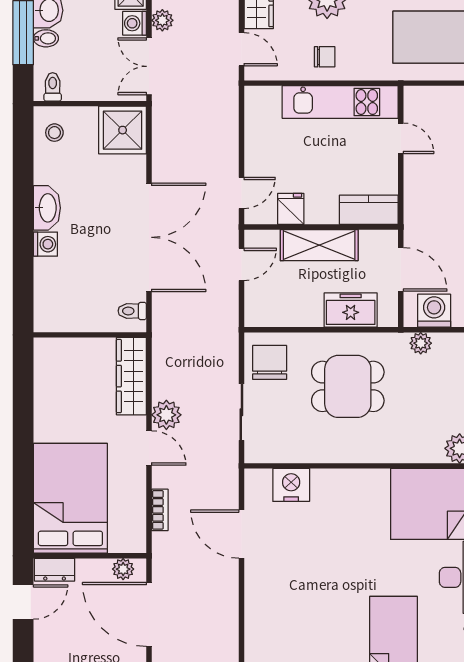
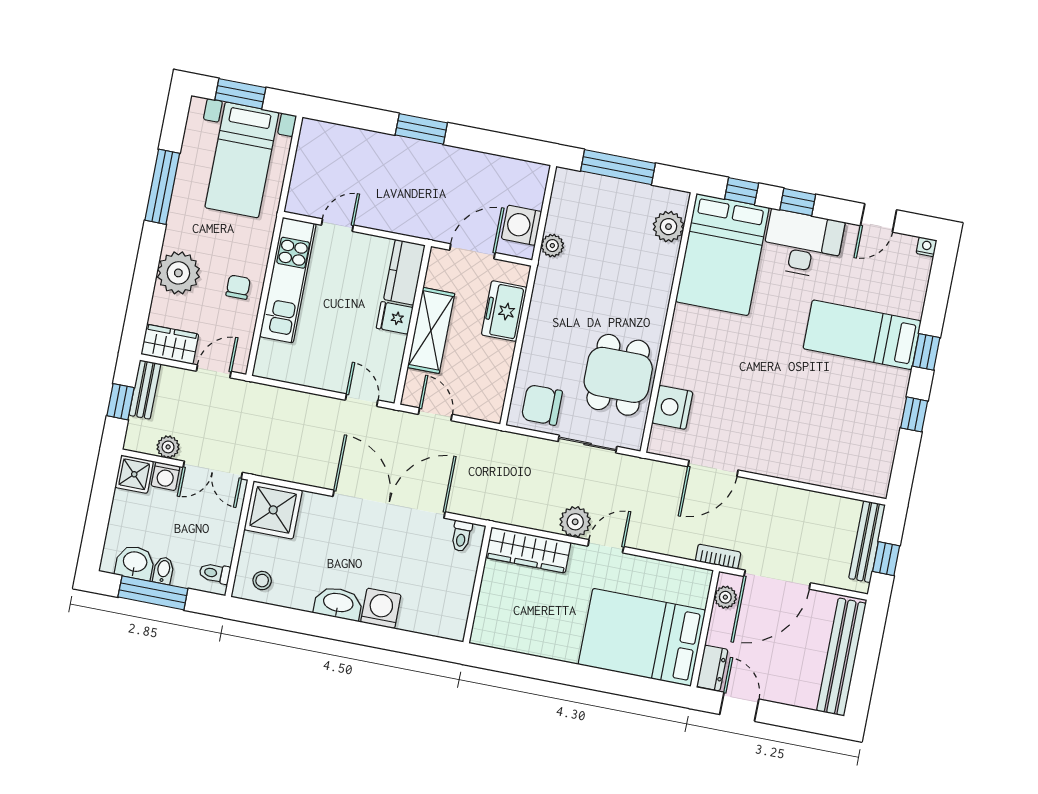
fridge: (291, 209) -> (395, 318), moved
washing machine: (45, 244) -> (381, 608), width x1.38, depth x1.38
dining table: (348, 386) -> (618, 375), moved
bookcase: (160, 510) -> (718, 557), moved

